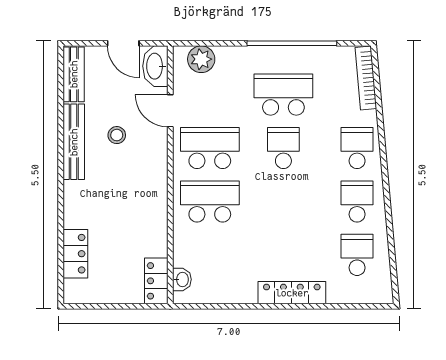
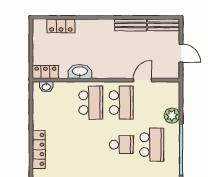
door: (123, 43) -> (181, 53), swing flipped
plant: (201, 59) -> (172, 116), moved
washbasin: (155, 66) -> (80, 72), moved
stool: (117, 135) -> (129, 49), removed
bench: (74, 142) -> (131, 25), width x0.73

